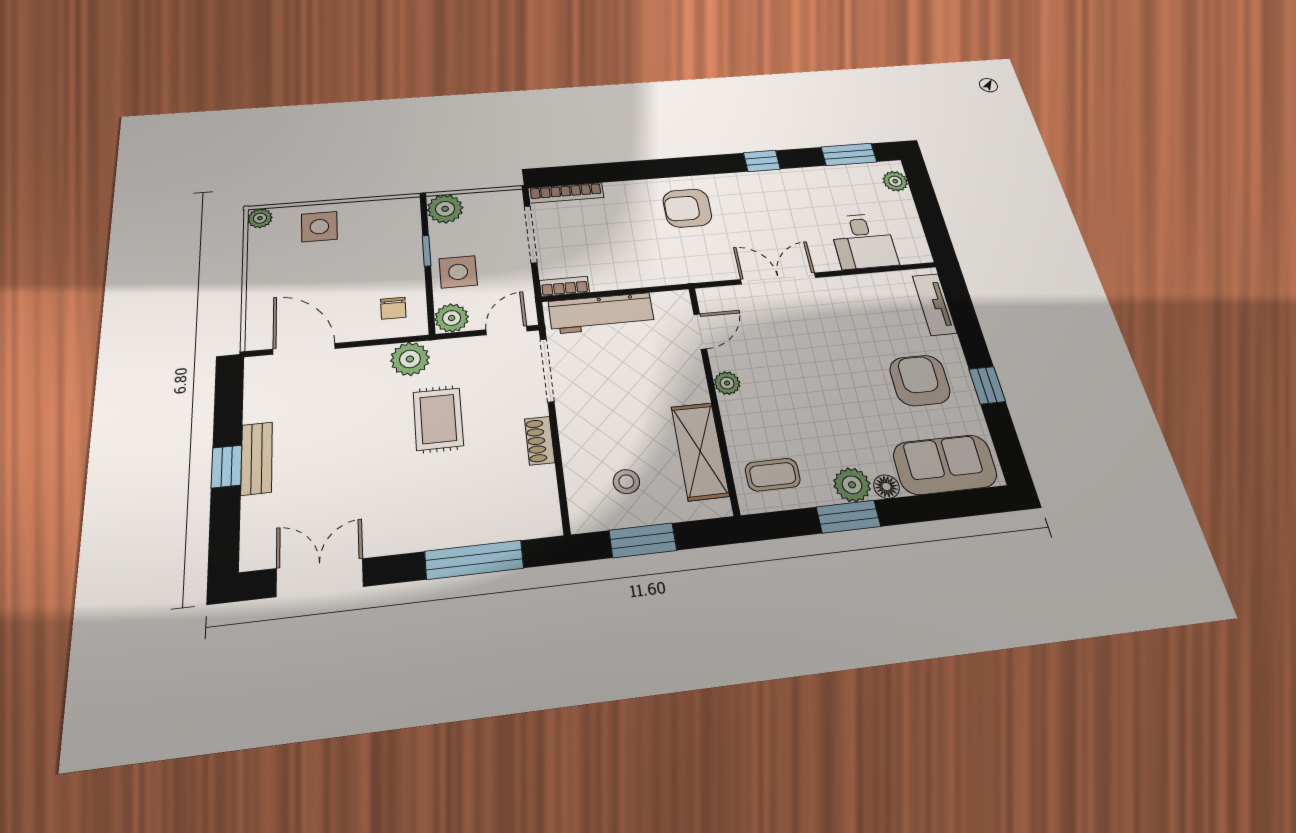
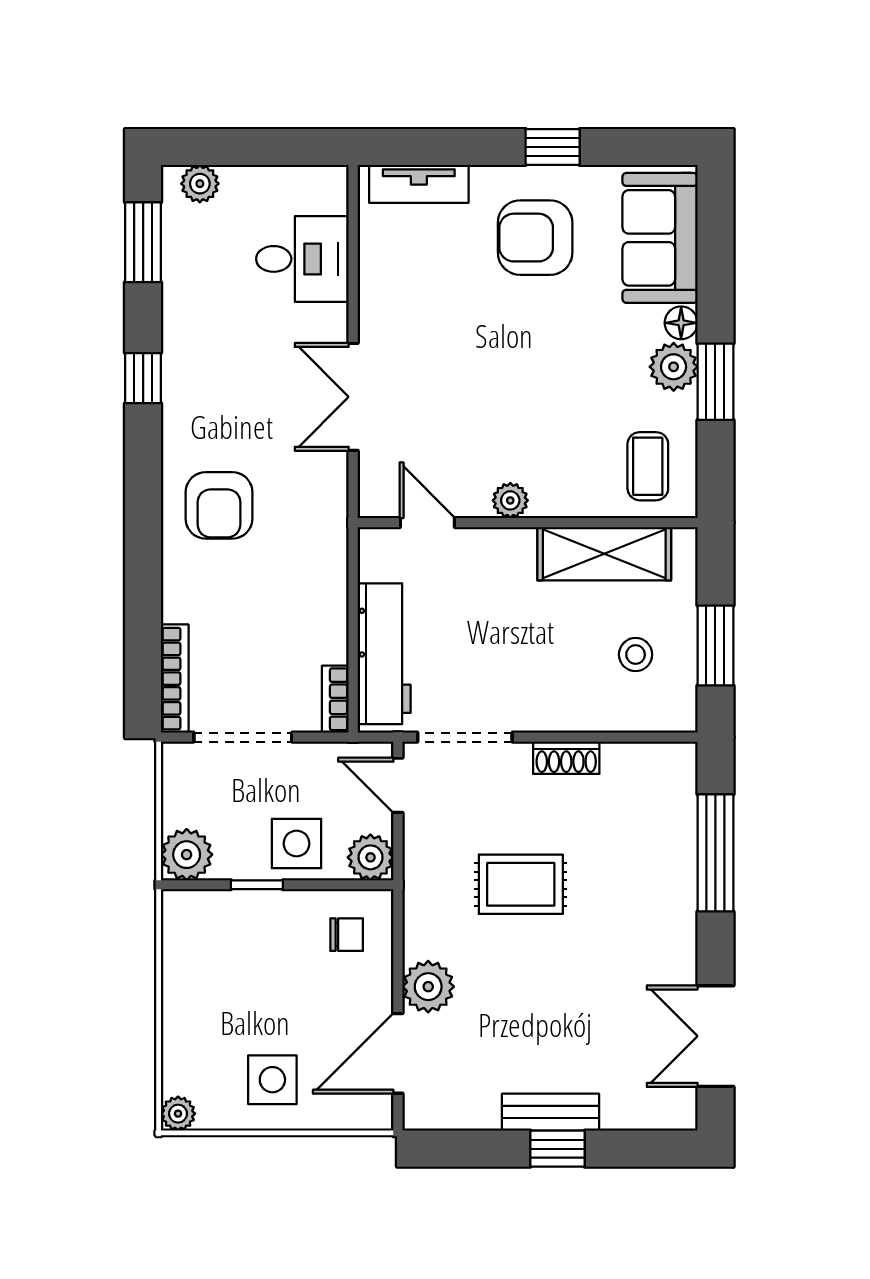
side table: (319, 227) -> (272, 1080), moved
plant: (410, 359) -> (428, 987), moved

